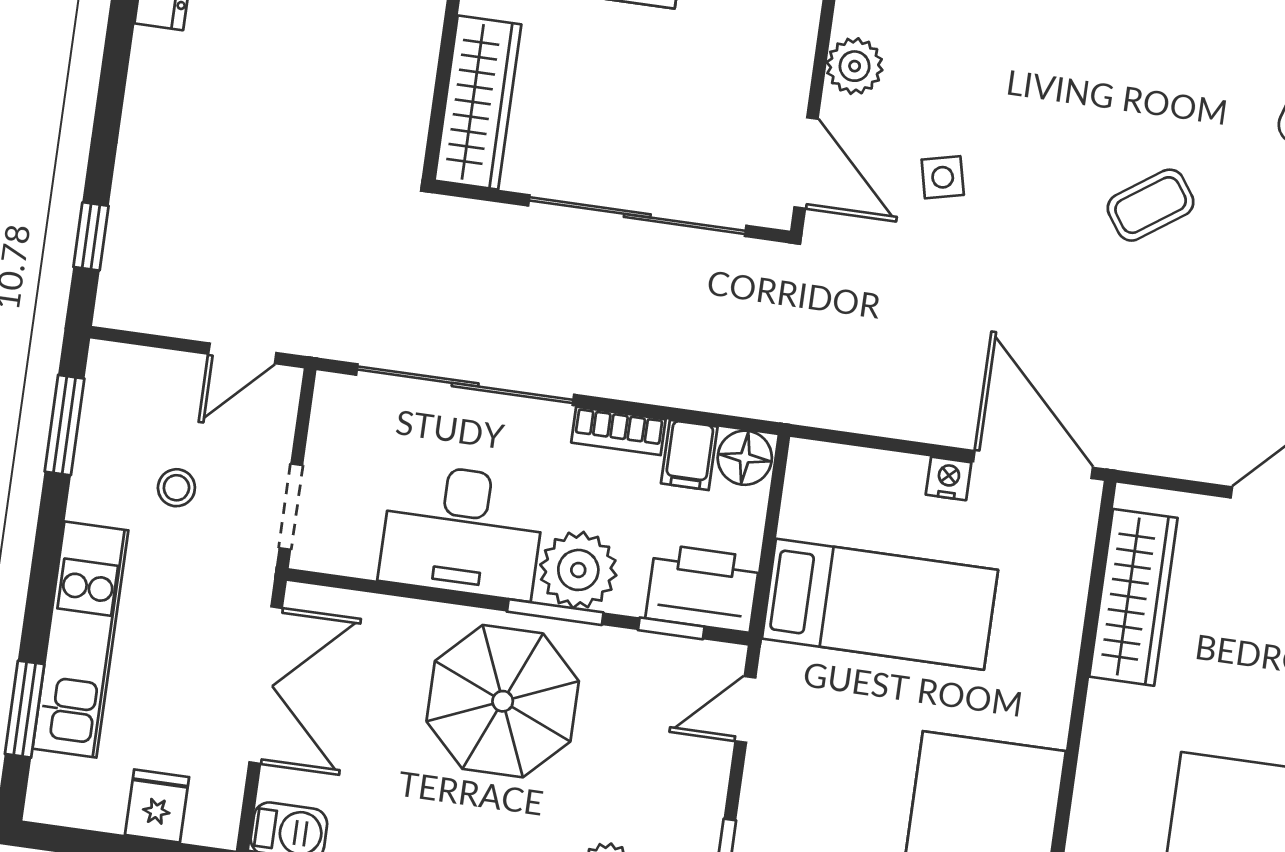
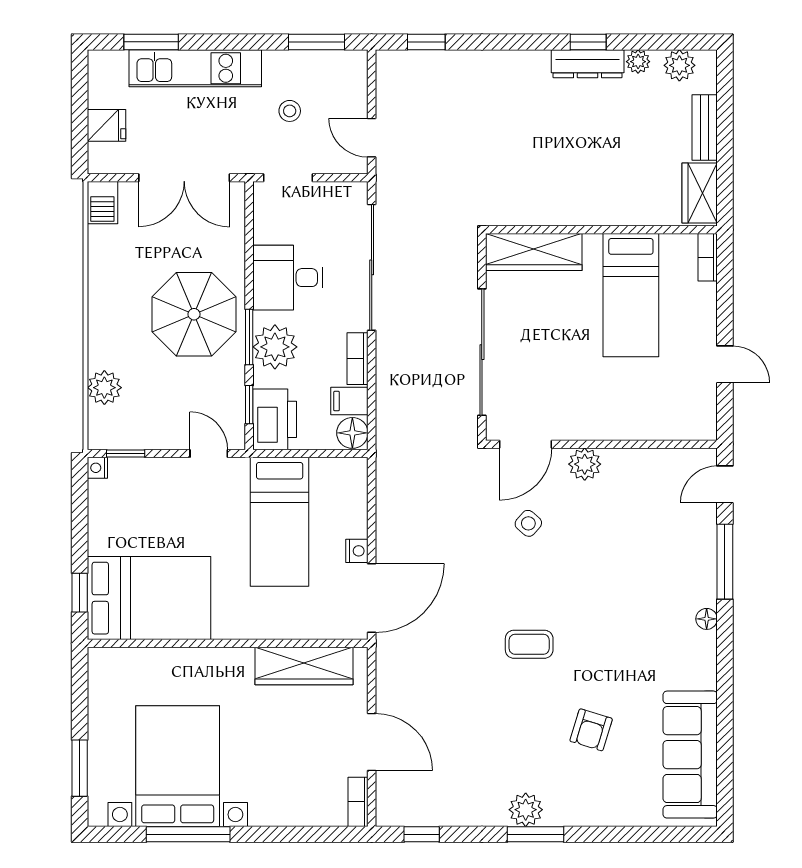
side table: (943, 177) -> (528, 523), turned -36
coffee table: (1151, 205) -> (529, 644), turned -55
desk: (462, 531) -> (288, 278), width x0.73

